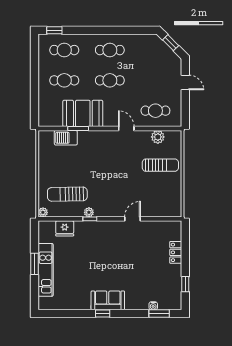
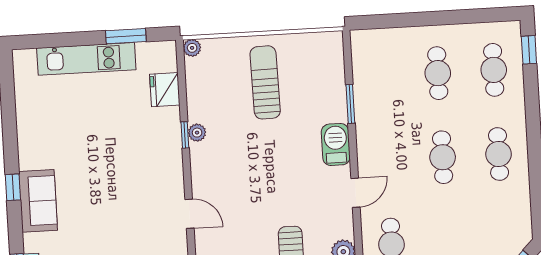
booth: (83, 113) -> (379, 111), removed
barbecue: (66, 138) -> (336, 144), moved
sun lounger: (67, 194) -> (265, 82), moved
window: (35, 264) -> (126, 36), moved
sofa: (108, 300) -> (38, 201), moved
window: (103, 314) -> (13, 187), moved

